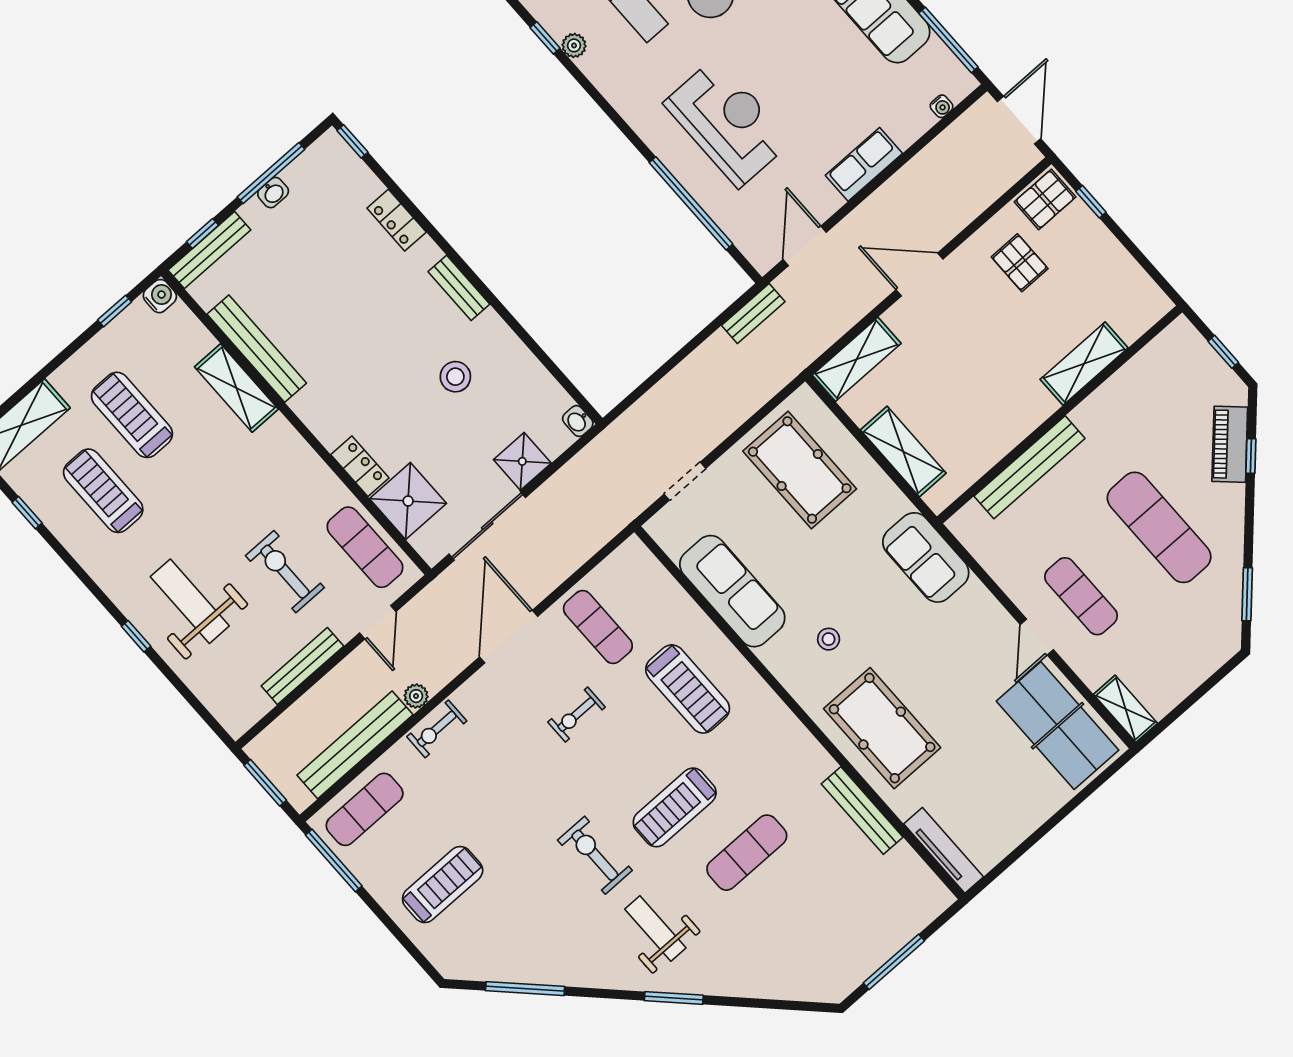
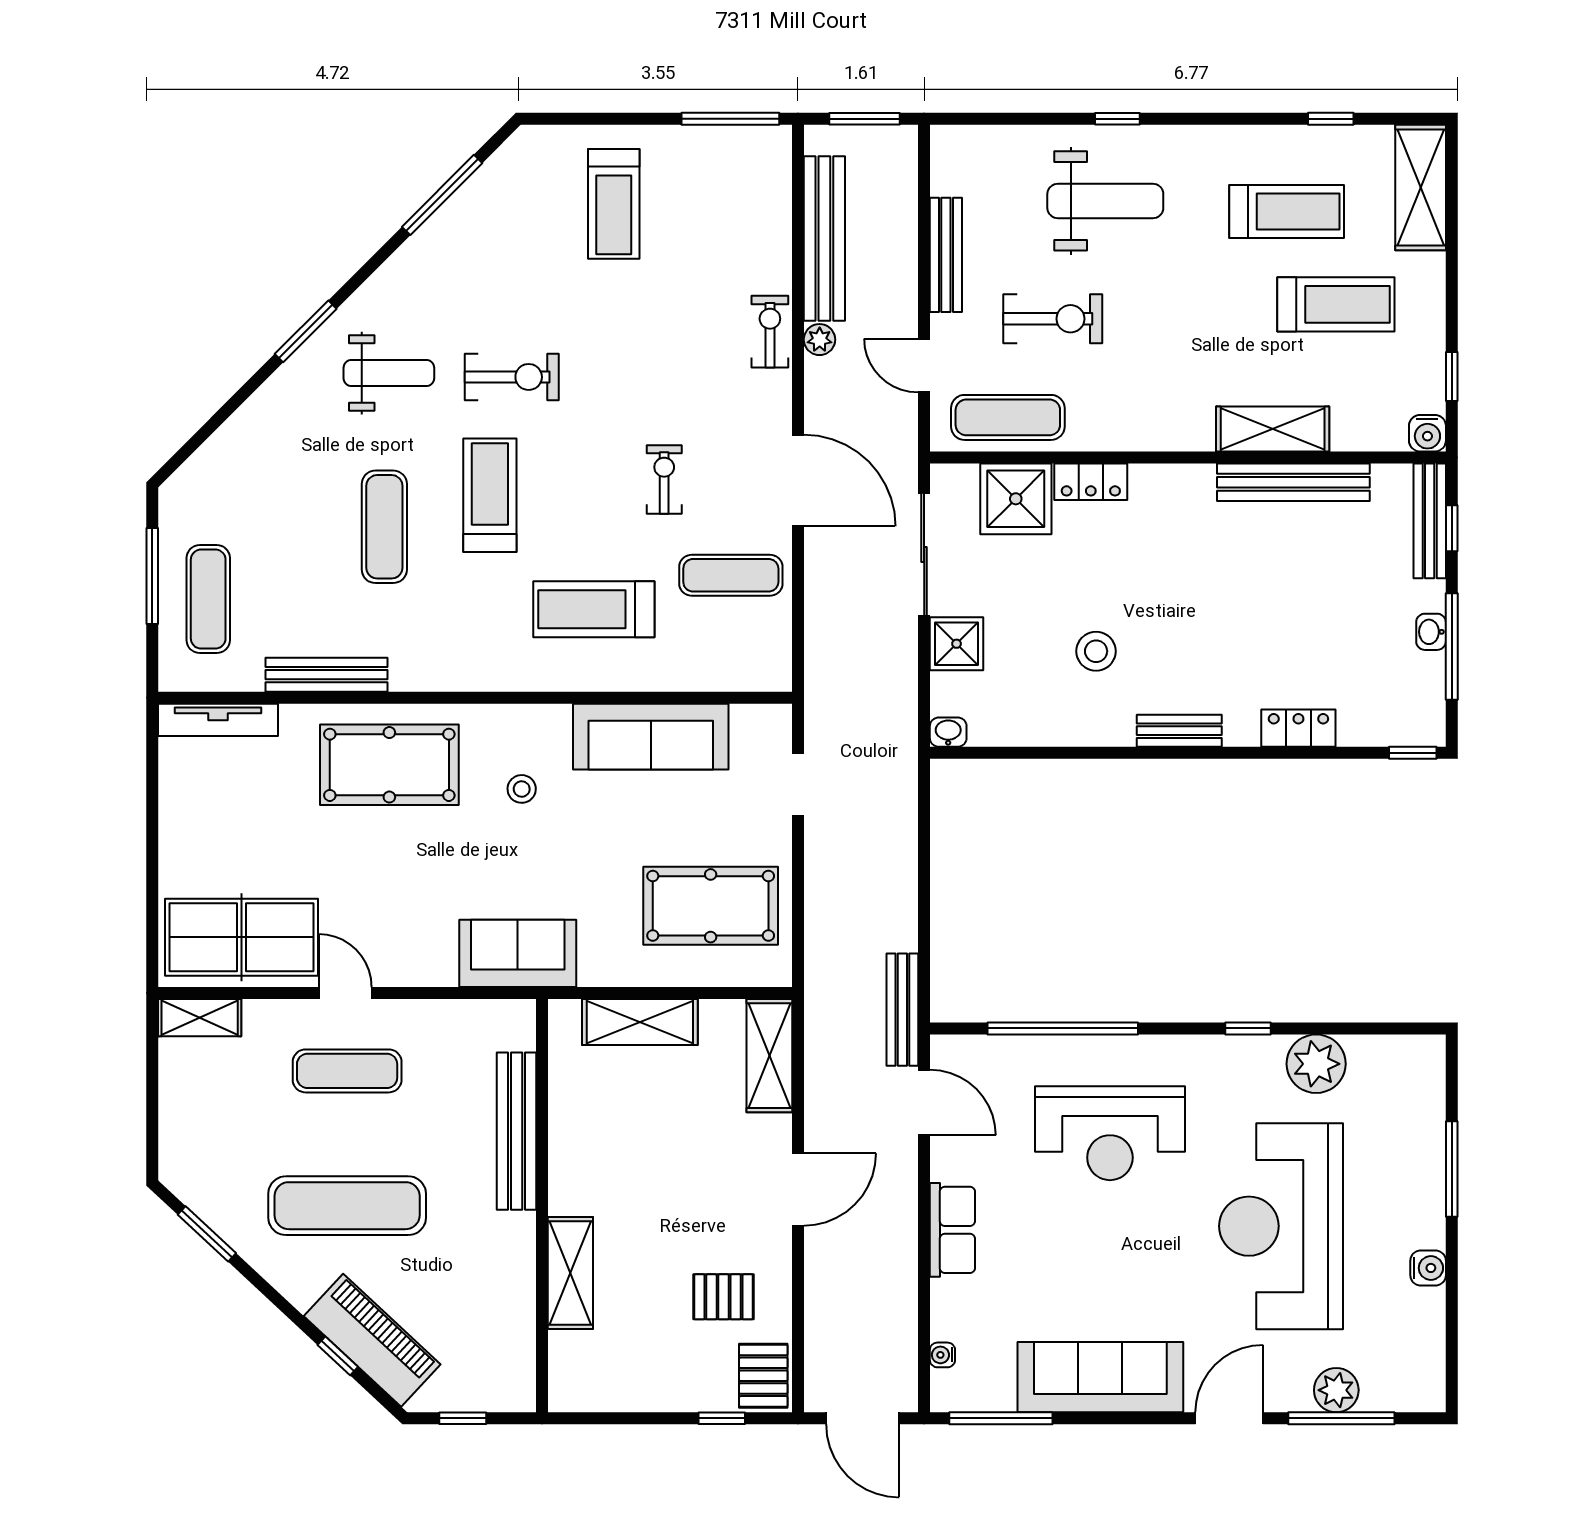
window: (545, 38) -> (1248, 1028), moved
plant: (574, 45) -> (1316, 1064), width x1.87, depth x1.87
bench: (753, 313) -> (902, 1010), width x1.36
piano: (1230, 444) -> (372, 1340), width x1.37, depth x1.33
exercise mat: (365, 809) -> (208, 599), moved

